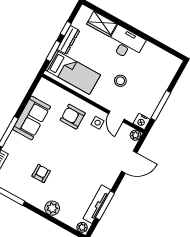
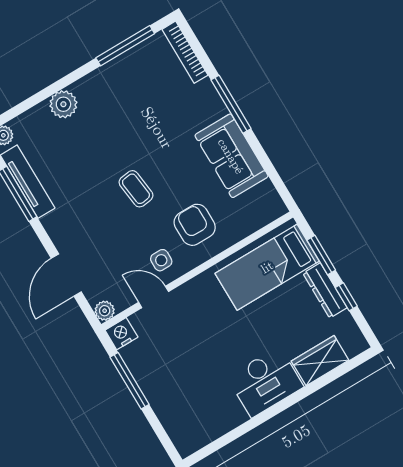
stool: (120, 81) -> (209, 337), removed
armchair: (73, 117) -> (195, 225), turned -90
coffee table: (72, 153) -> (136, 189), added
armchair: (41, 174) -> (131, 119), removed

